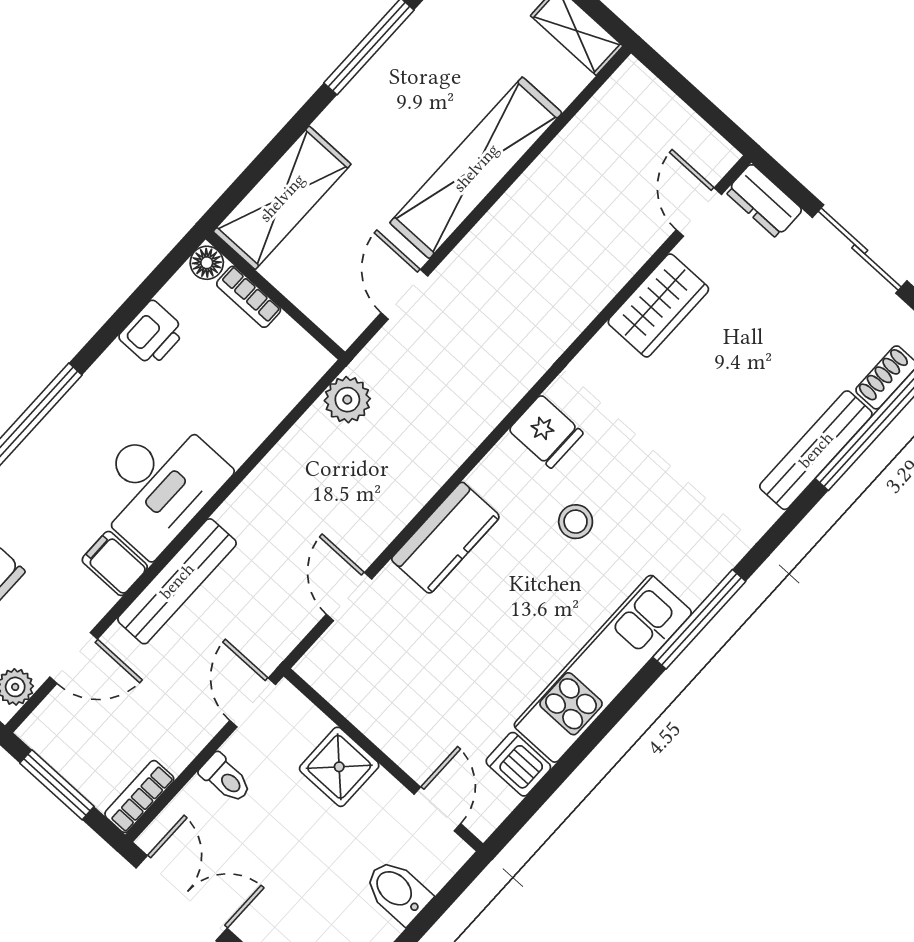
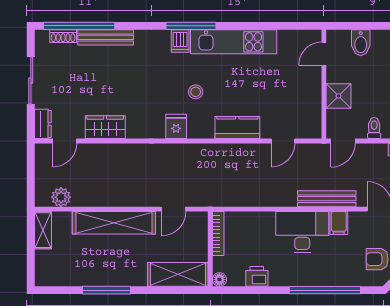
bookcase: (249, 297) -> (218, 234), moved, width x1.56
plant: (347, 400) -> (61, 197), moved
dishwasher: (518, 764) -> (180, 41), moved

